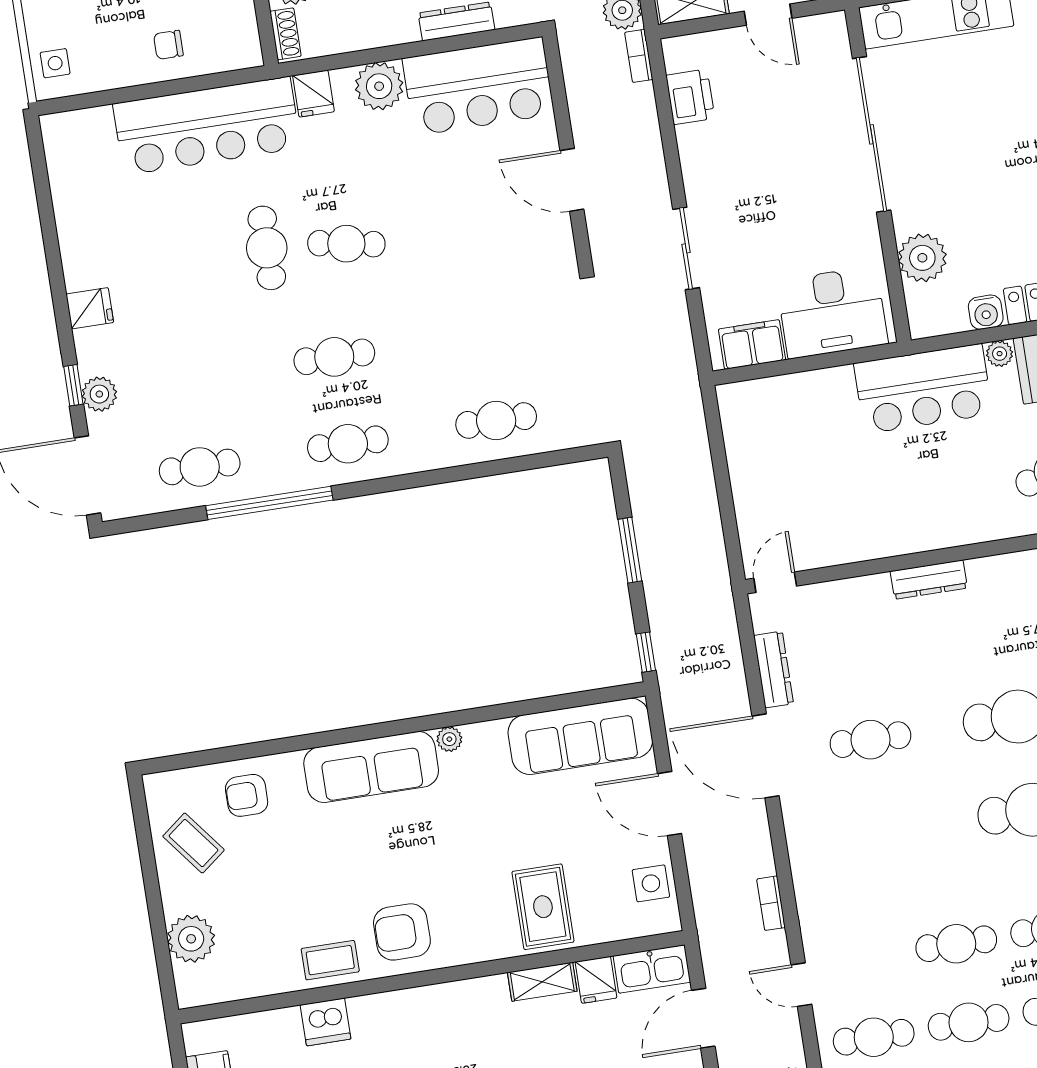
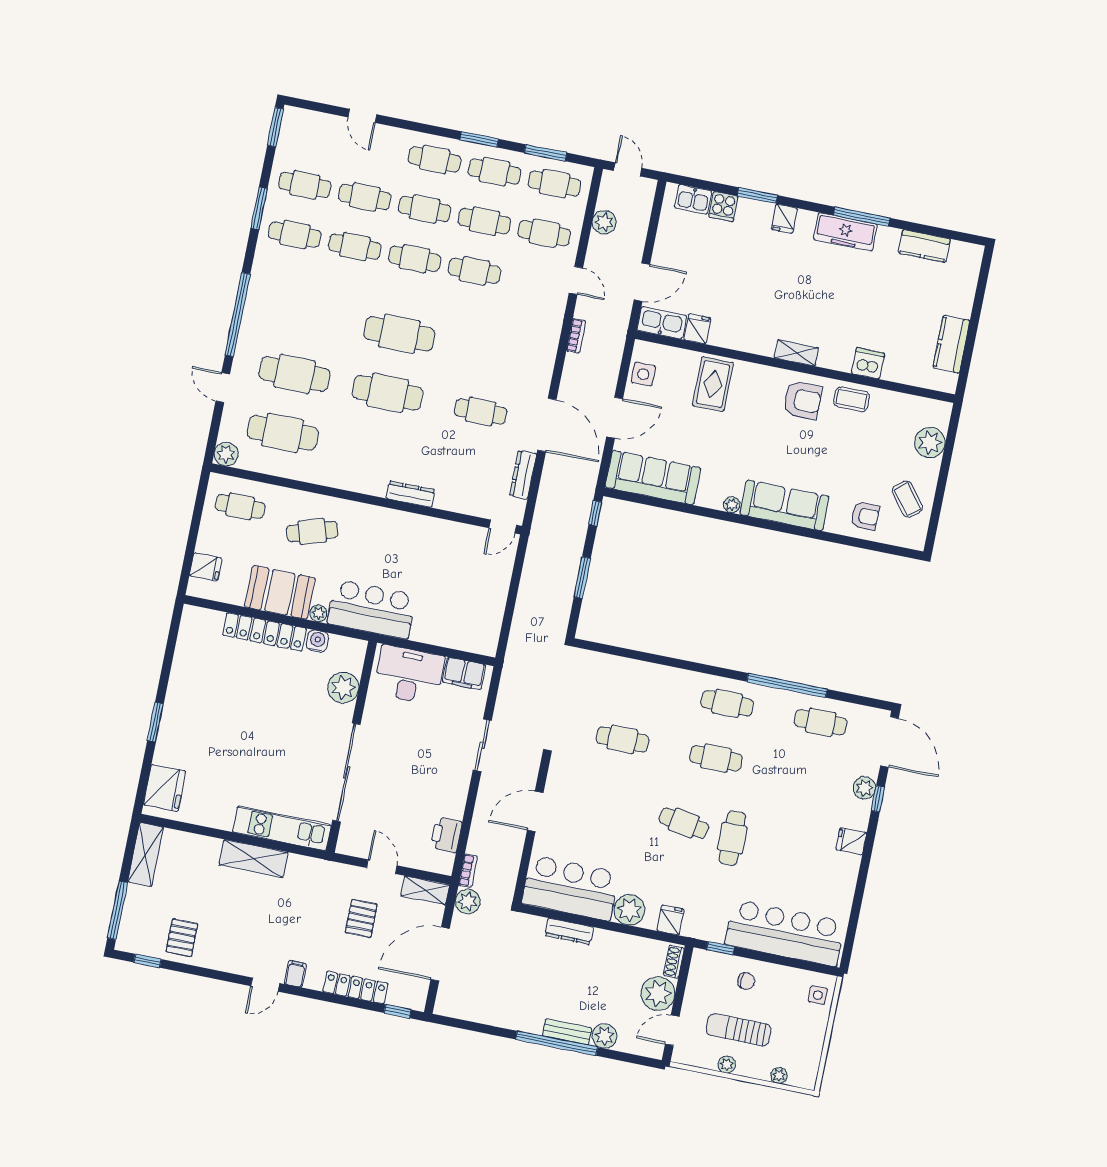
window: (224, 79) -> (720, 948), added
bar counter: (207, 126) -> (785, 933), moved
door: (572, 180) -> (535, 811), swing flipped
cafe table: (496, 421) -> (622, 739), moved
door: (670, 804) -> (615, 418), hinge flipped
shelving: (542, 982) -> (796, 353), moved

